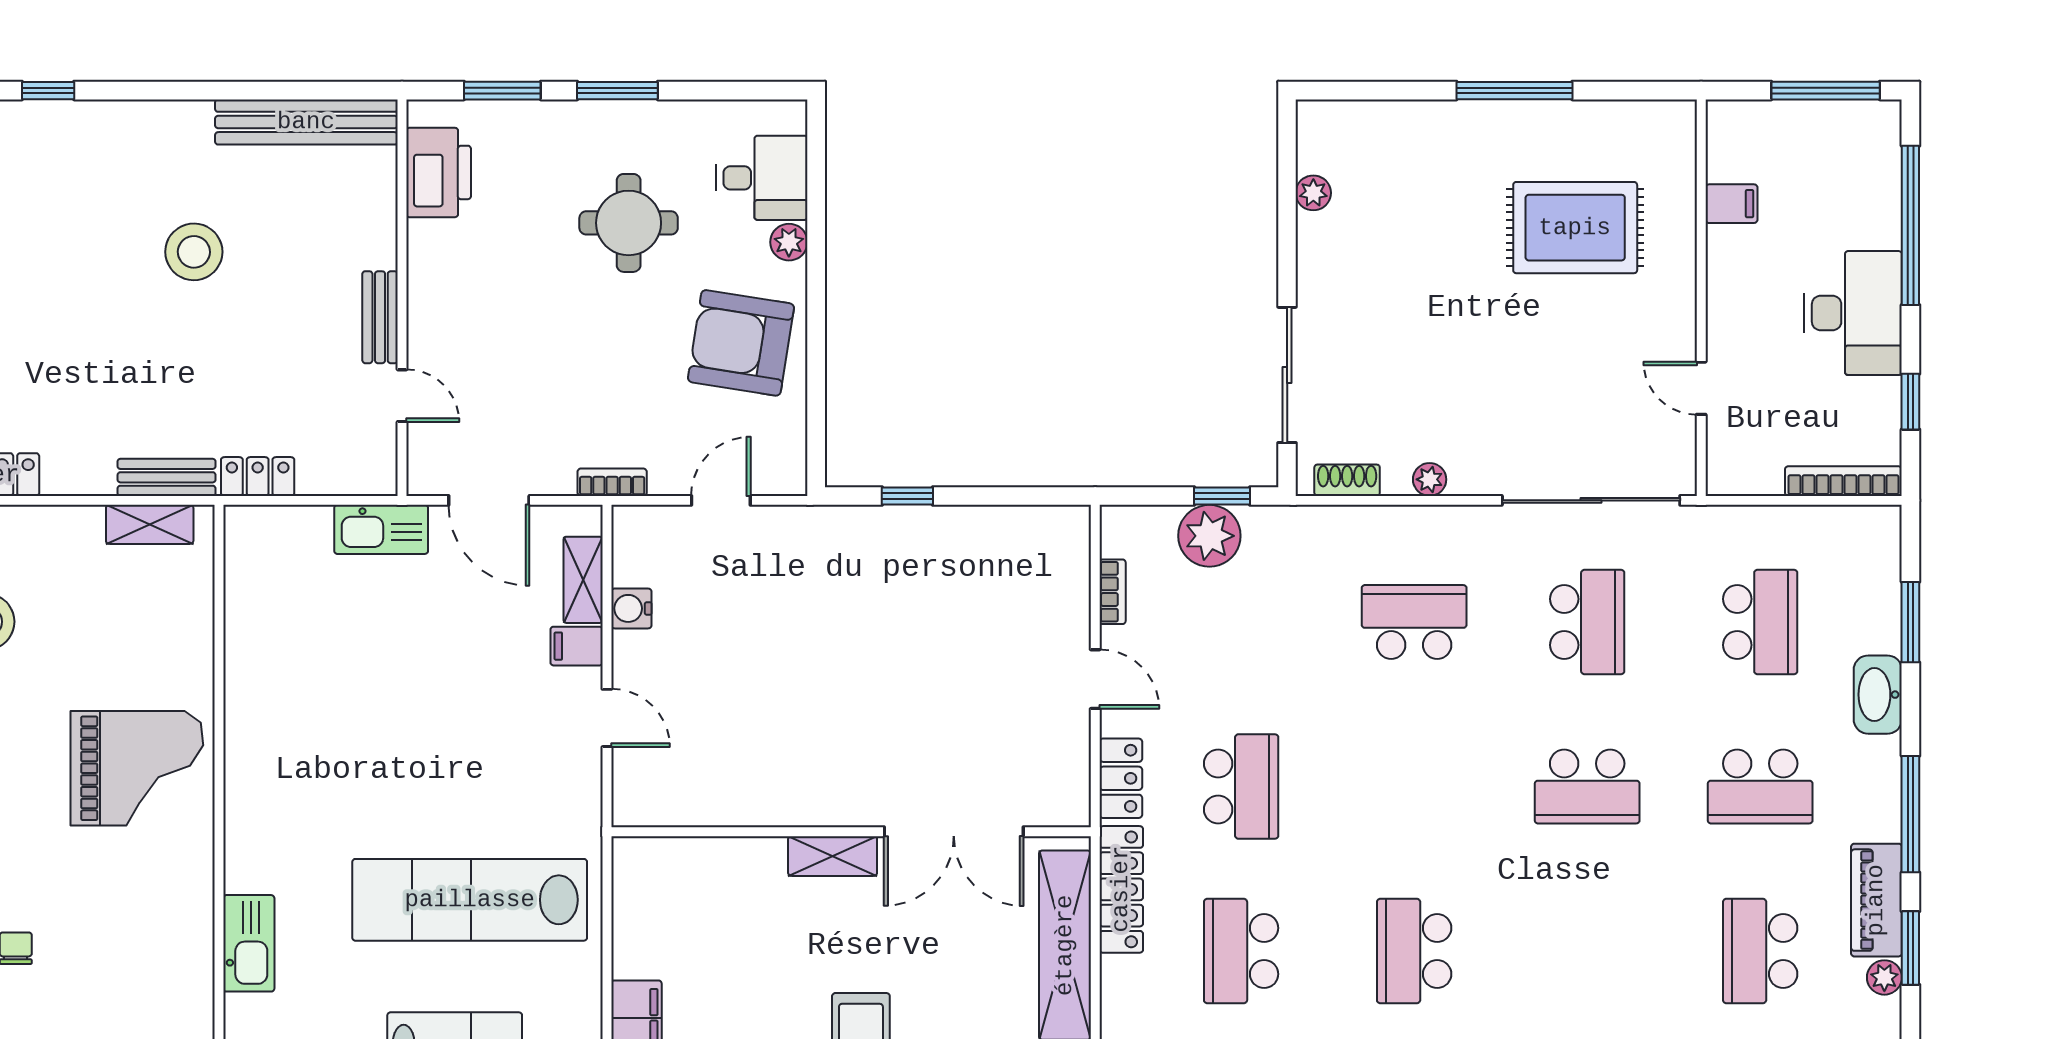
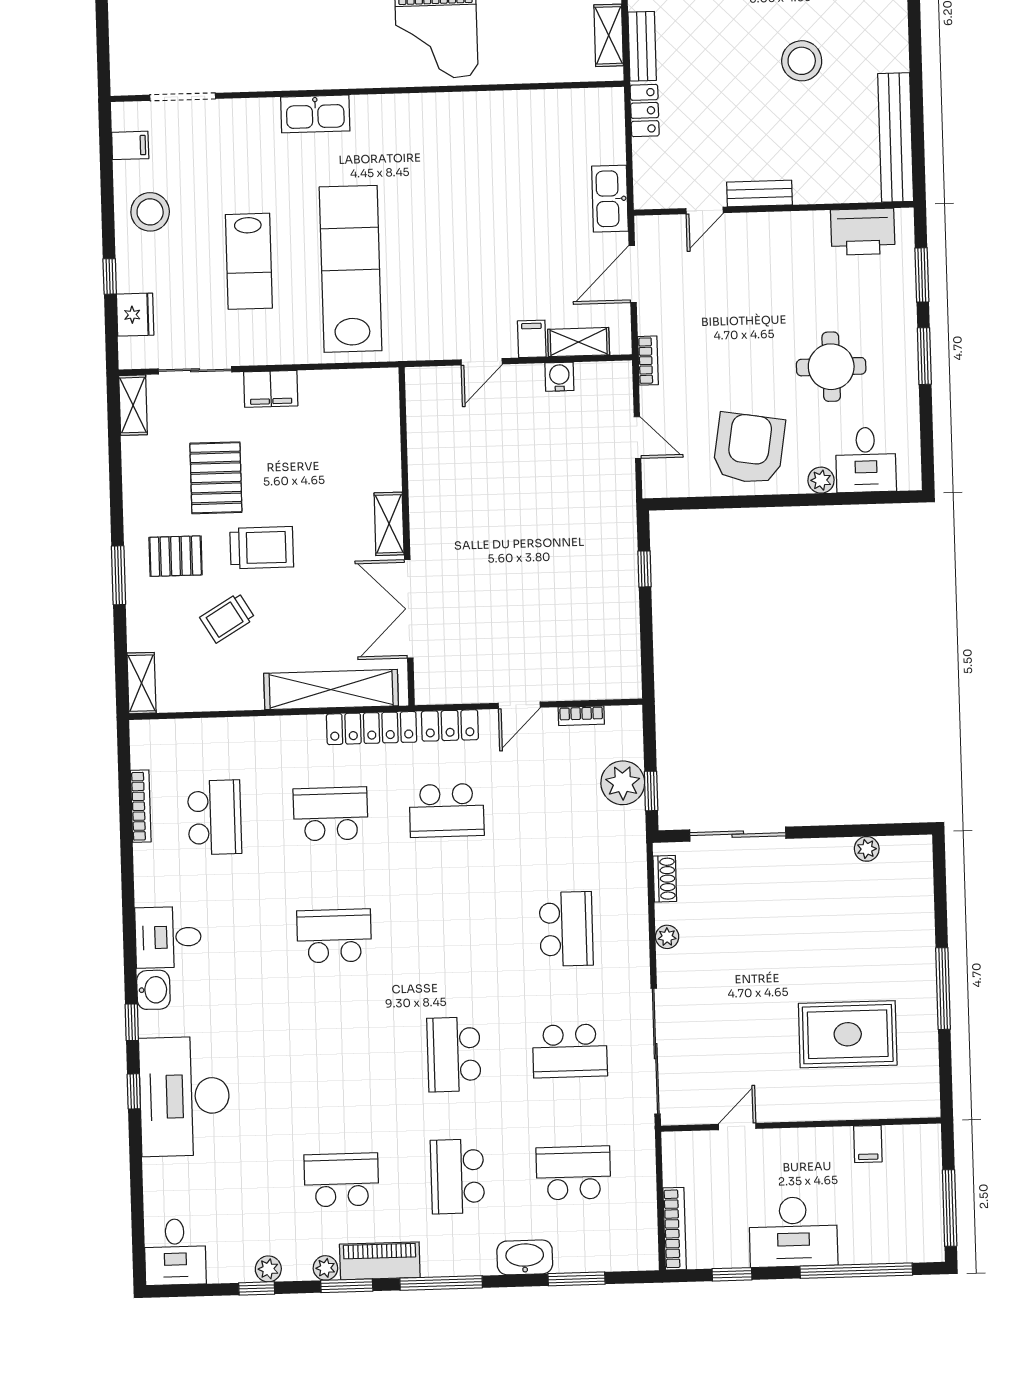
rug: (1575, 228) -> (848, 1034), turned 90
school desk: (1760, 622) -> (573, 1173), turned 180

